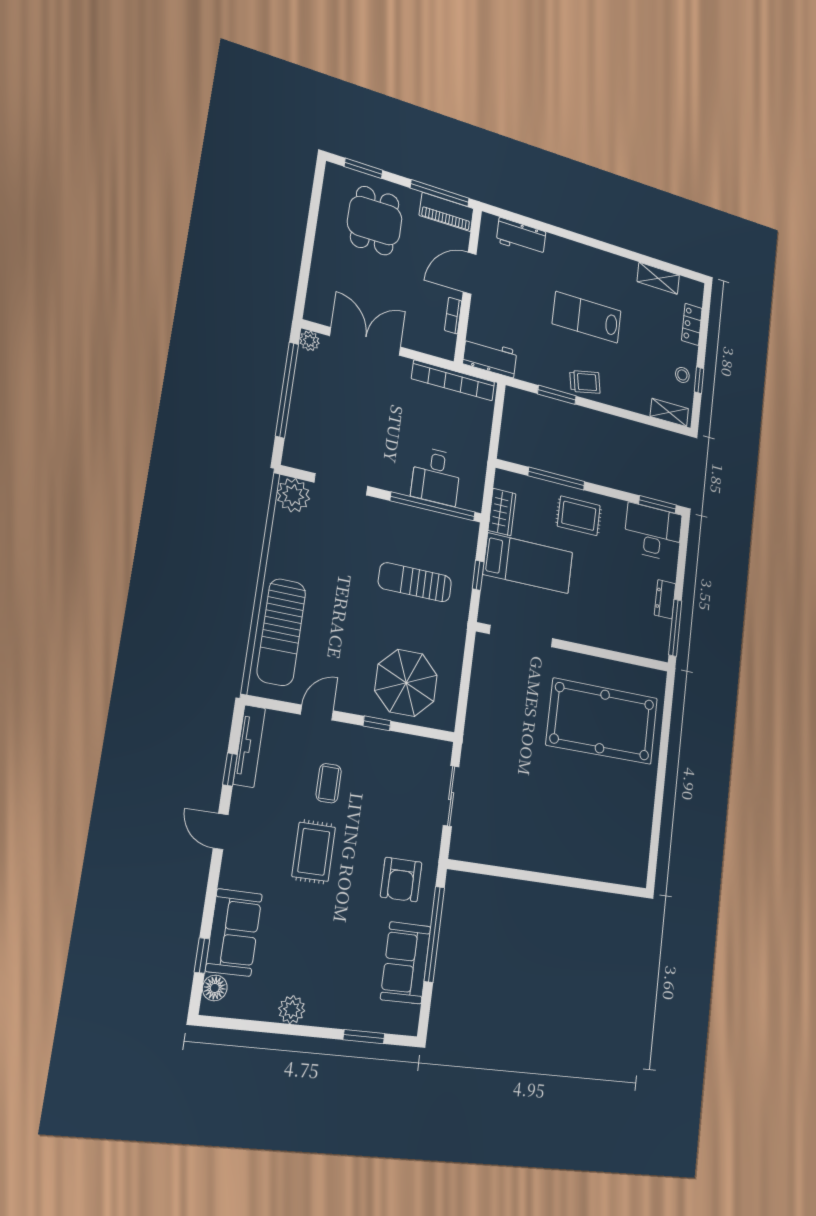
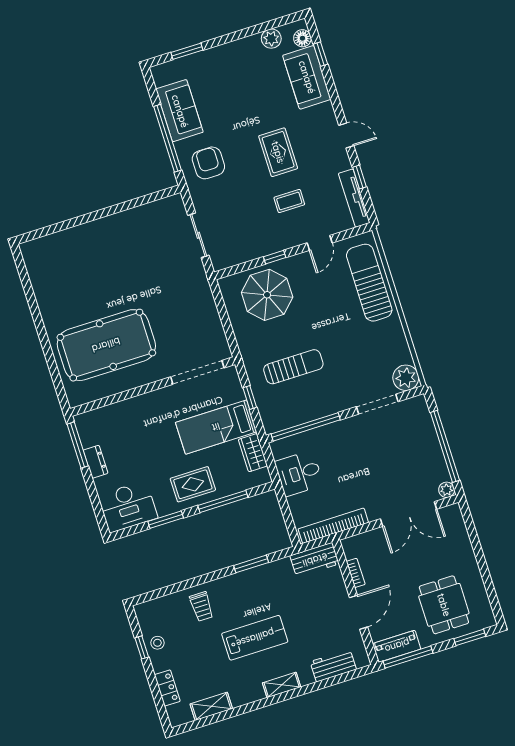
trolley: (585, 382) -> (201, 606), moved, turned -79
shelving: (669, 412) -> (282, 685), moved
desk: (436, 476) -> (299, 473), moved, turned -90
window: (657, 505) -> (166, 520), moved
coffee table: (329, 783) -> (289, 201), turned 90
plant: (292, 1010) -> (271, 39), moved

